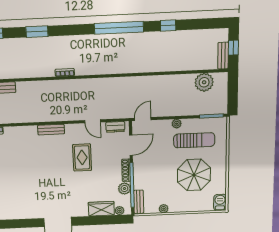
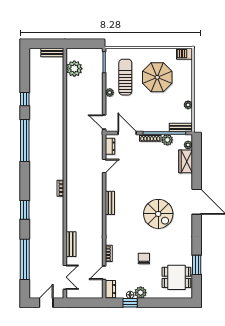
window: (233, 48) -> (46, 44), removed
rug: (82, 157) -> (137, 177), removed
spiral stairs: (42, 182) -> (158, 214), added

